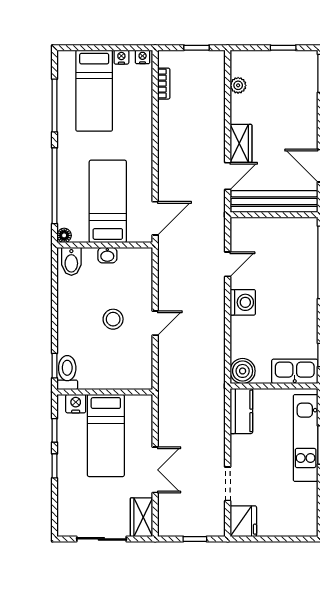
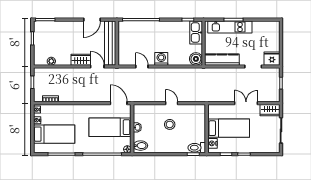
kitchen counter: (241, 411) -> (222, 60), width x1.50

